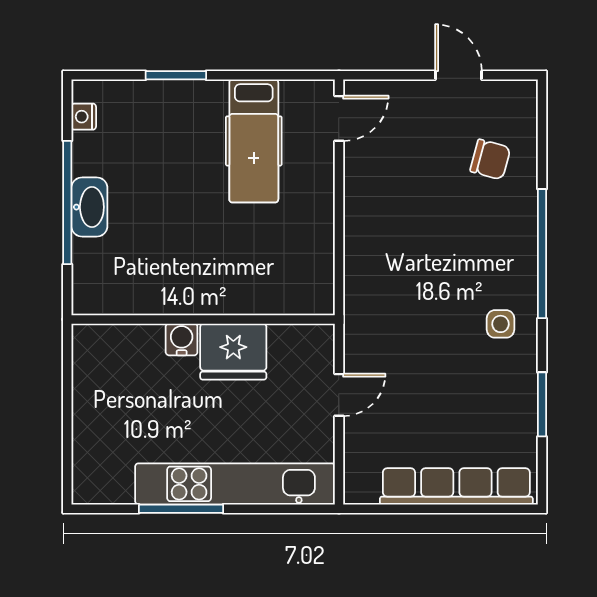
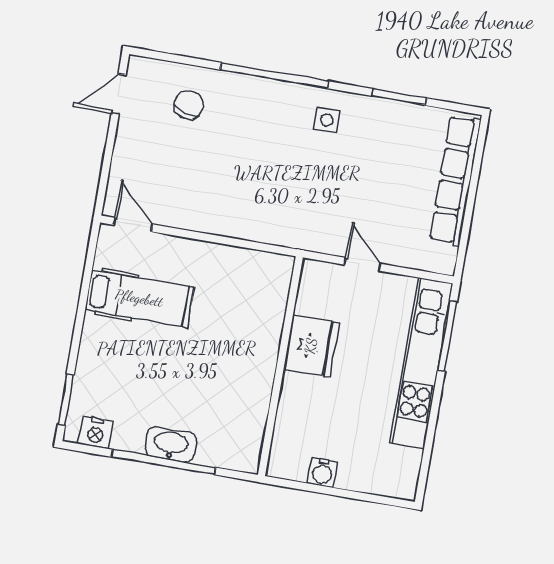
window: (176, 75) -> (66, 400), moved
door: (458, 75) -> (119, 94), moved
nightstand: (84, 117) -> (96, 433), width x1.39, depth x1.35
water cooler: (182, 339) -> (322, 472), moved, turned -90
window: (181, 509) -> (447, 336), moved

